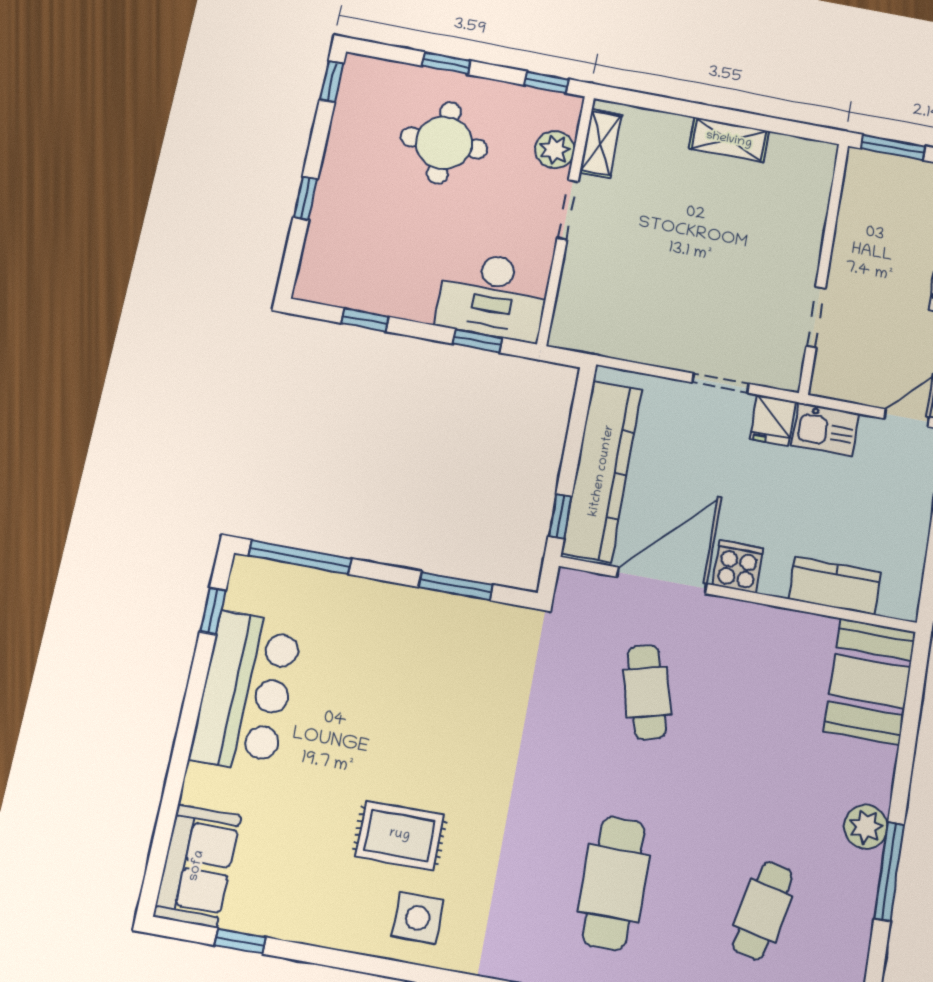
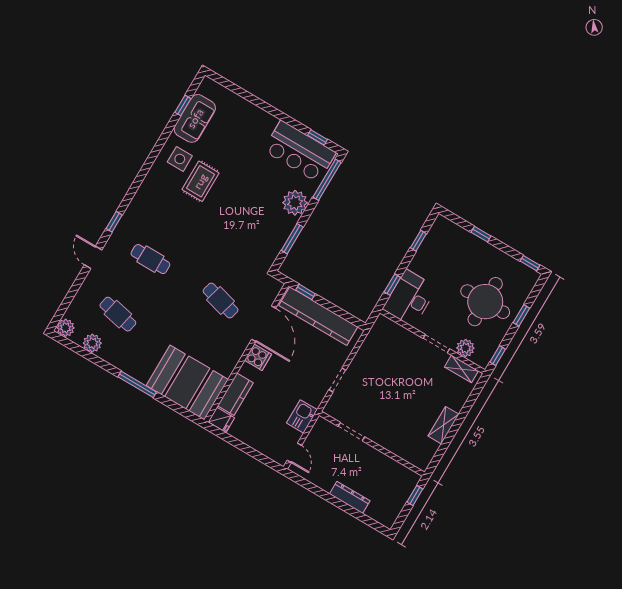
round table: (444, 143) -> (485, 302), width x1.36, depth x1.36
window: (893, 147) -> (415, 496), width x0.67
fridge: (773, 420) -> (221, 420), moved, turned 180
plant: (375, 608) -> (295, 203), added
booth: (870, 681) -> (187, 382), width x1.36, depth x1.42
bar counter: (246, 692) -> (300, 152), moved
cafe table: (647, 692) -> (221, 300), turned 30
plant: (866, 827) -> (92, 343), moved
sofa: (197, 866) -> (195, 118), moved, turned -90
window: (889, 871) -> (137, 384), moved
cafe table: (614, 883) -> (150, 259), width x0.73, depth x0.74
side table: (418, 918) -> (180, 159), moved

